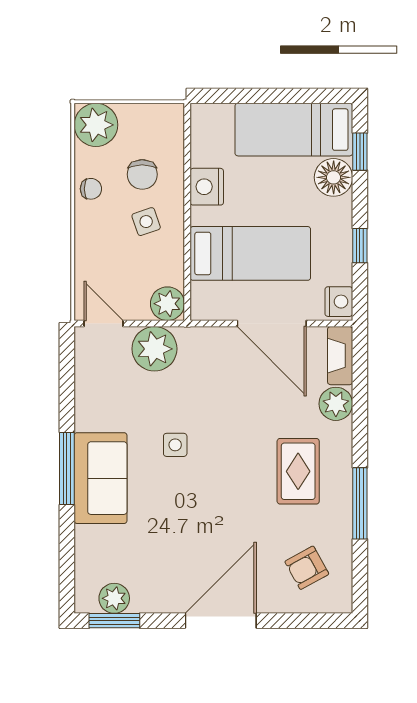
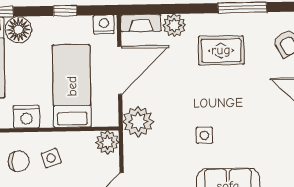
plant: (154, 349) -> (138, 122), moved

